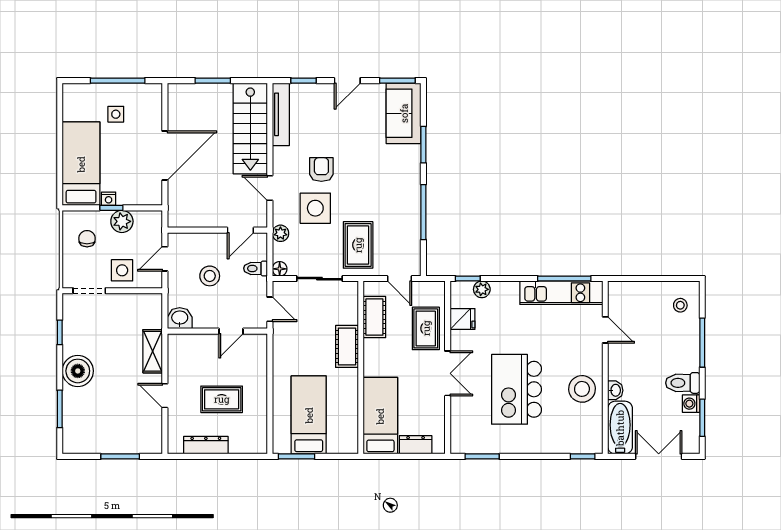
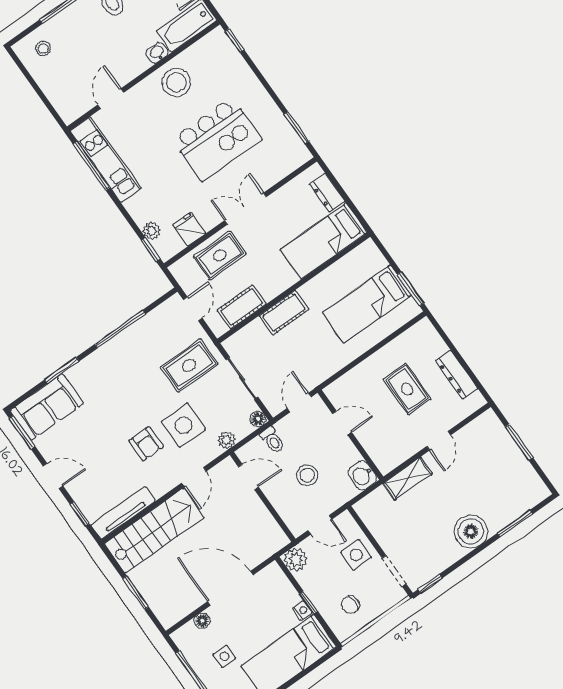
floor lamp: (155, 116) -> (202, 621), added
armchair: (321, 170) -> (146, 444), turned -90
plant: (122, 221) -> (296, 560), moved
window: (60, 332) -> (430, 584), moved

